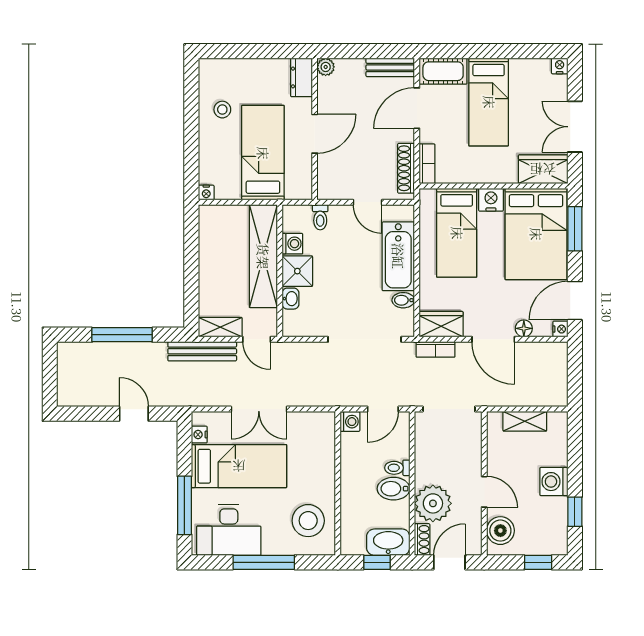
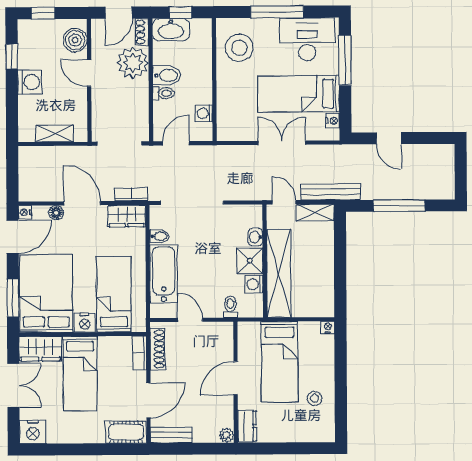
nightstand: (560, 66) -> (33, 432), width x1.89, depth x1.79
bed: (489, 102) -> (80, 374), moved, turned 180
washing machine: (350, 422) -> (204, 113), moved

